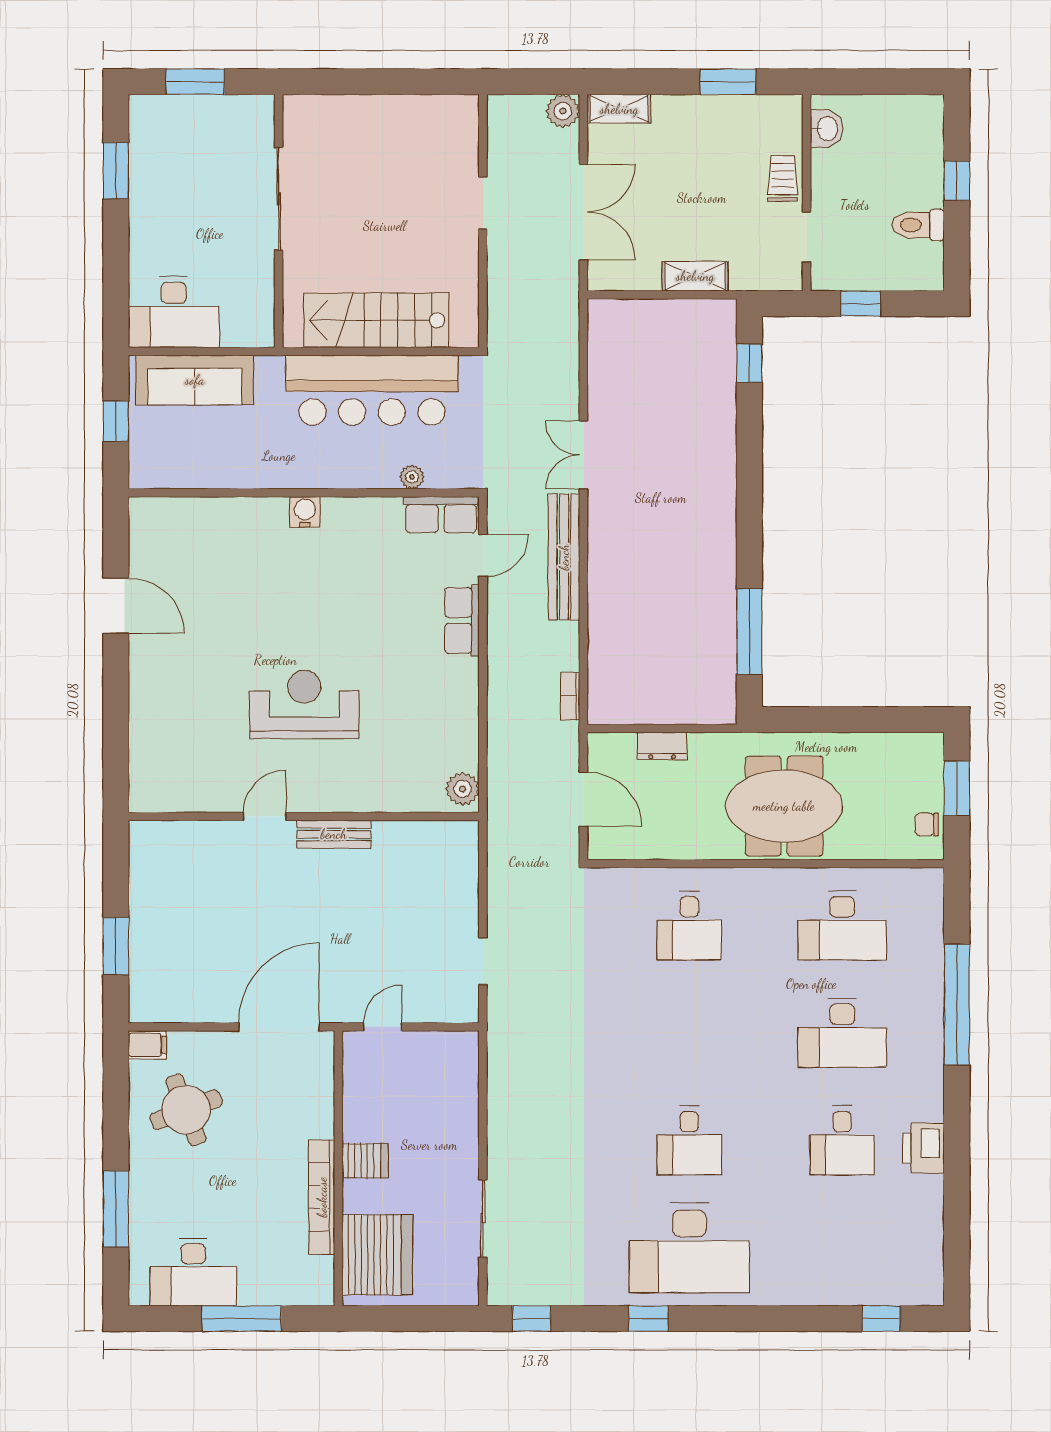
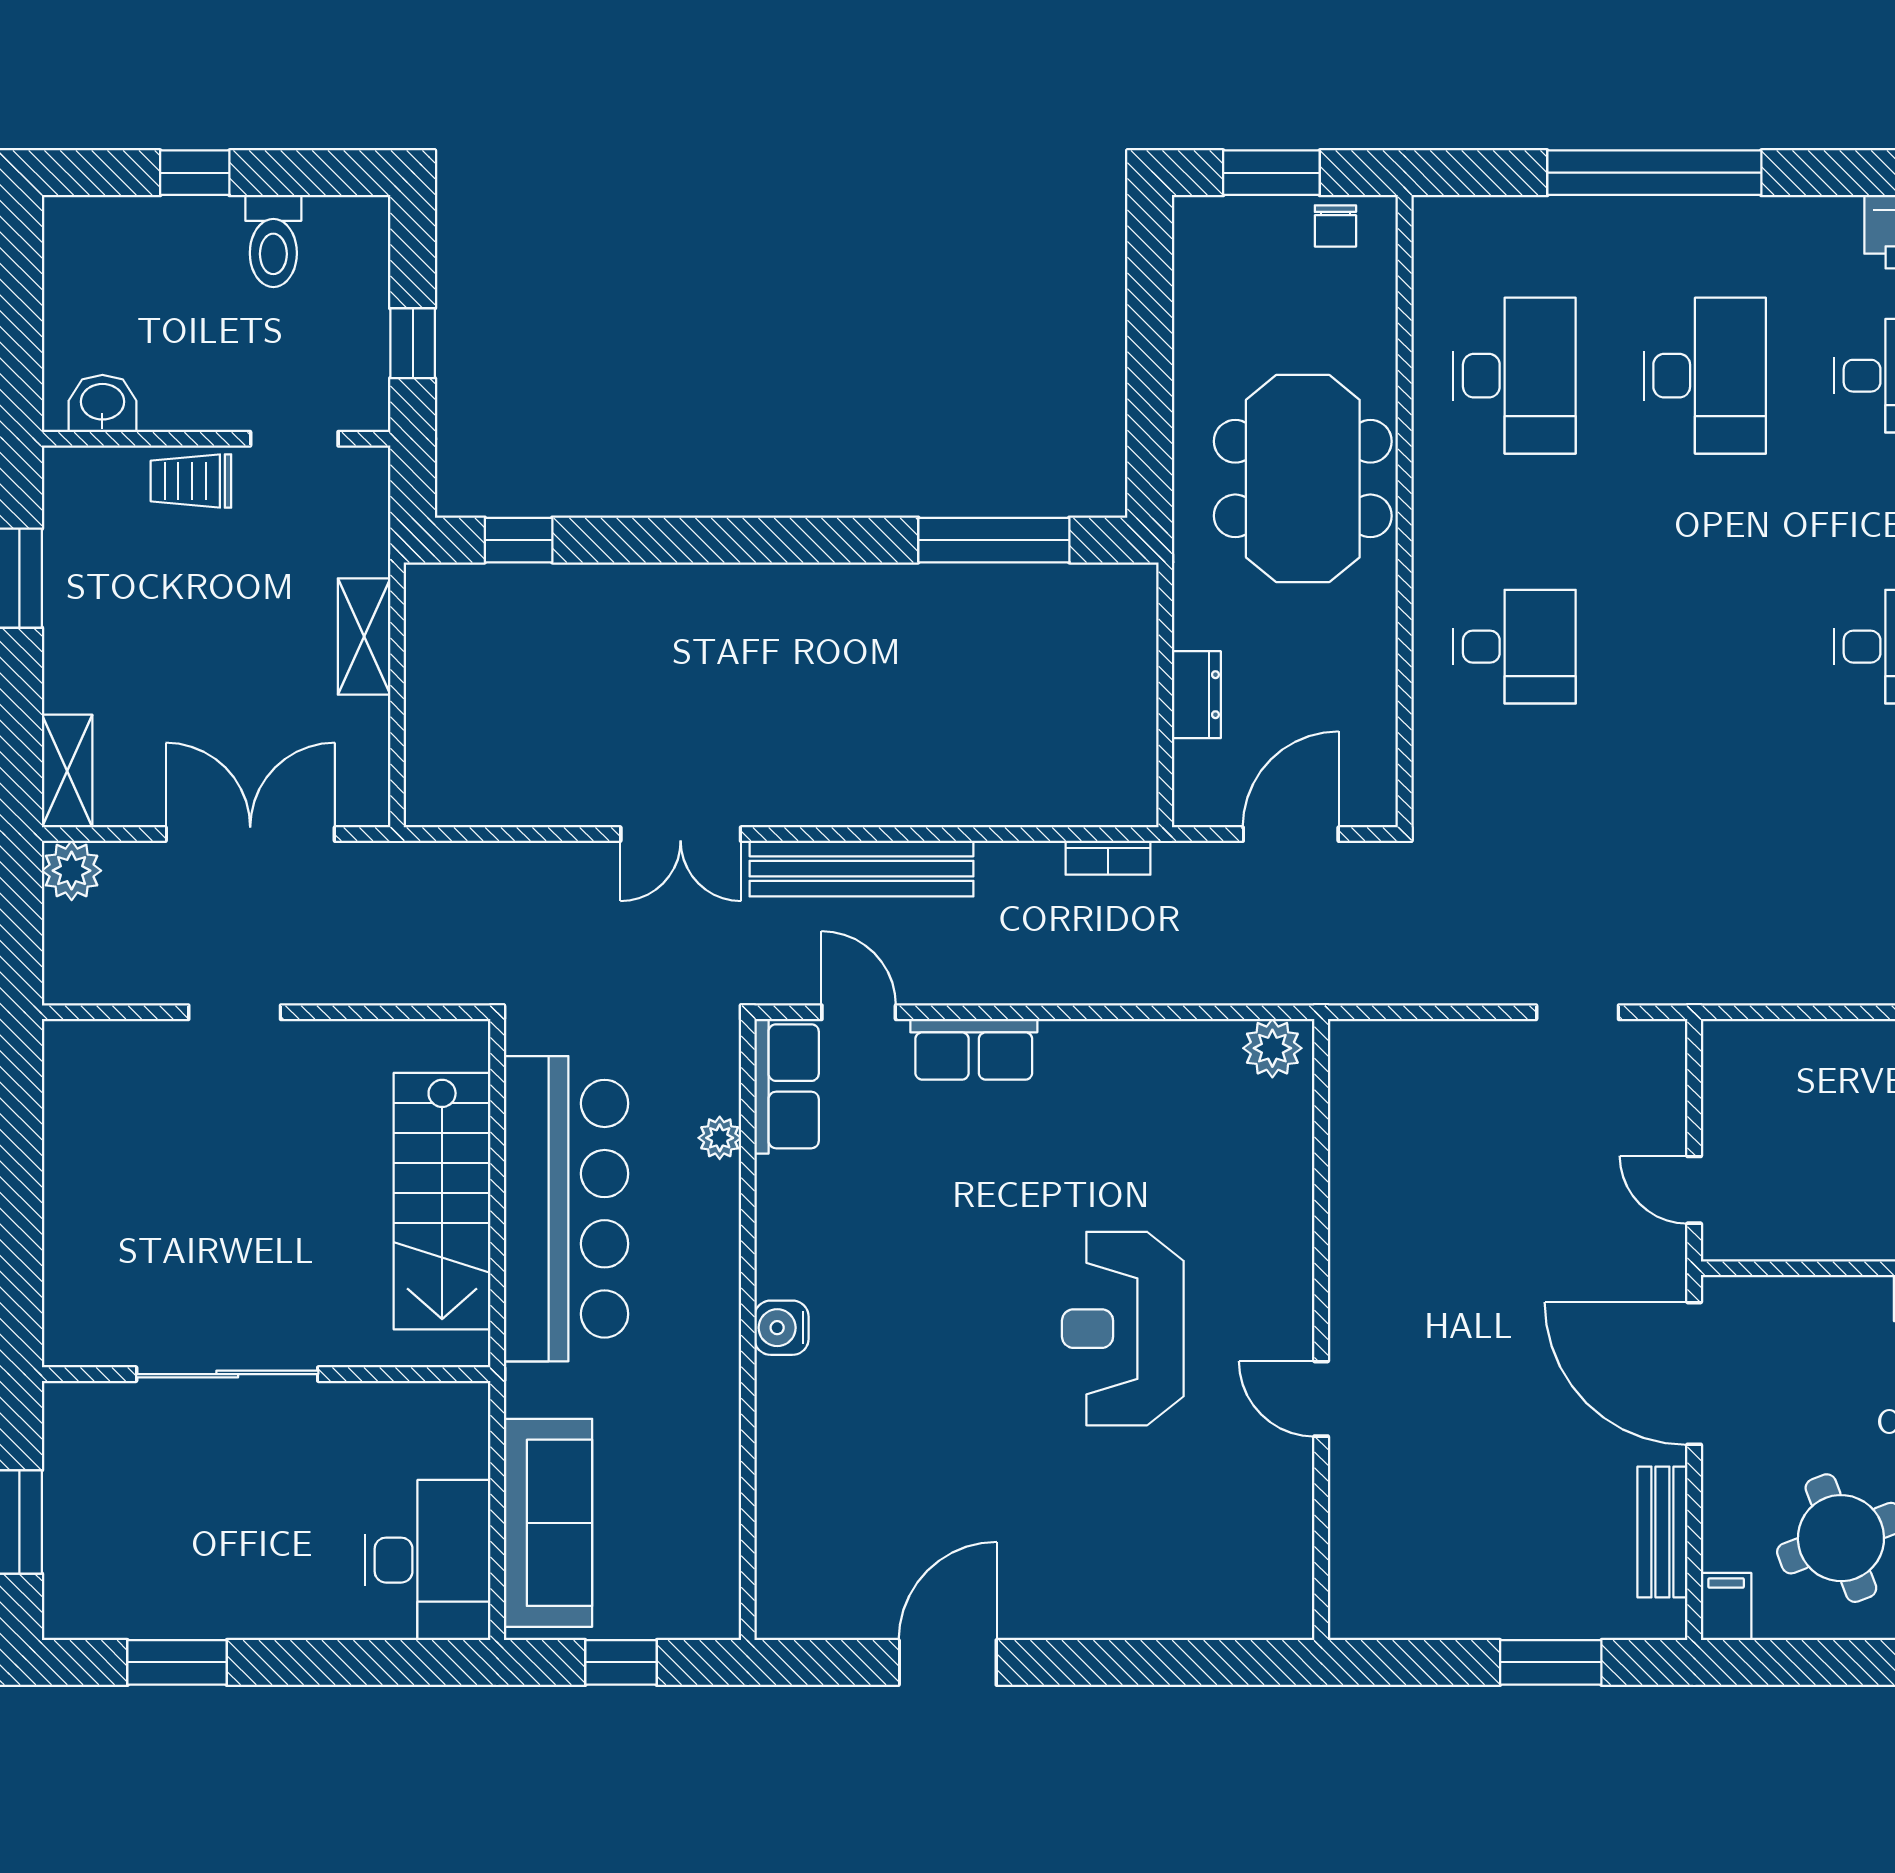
bench: (334, 834) -> (1662, 1532), moved

